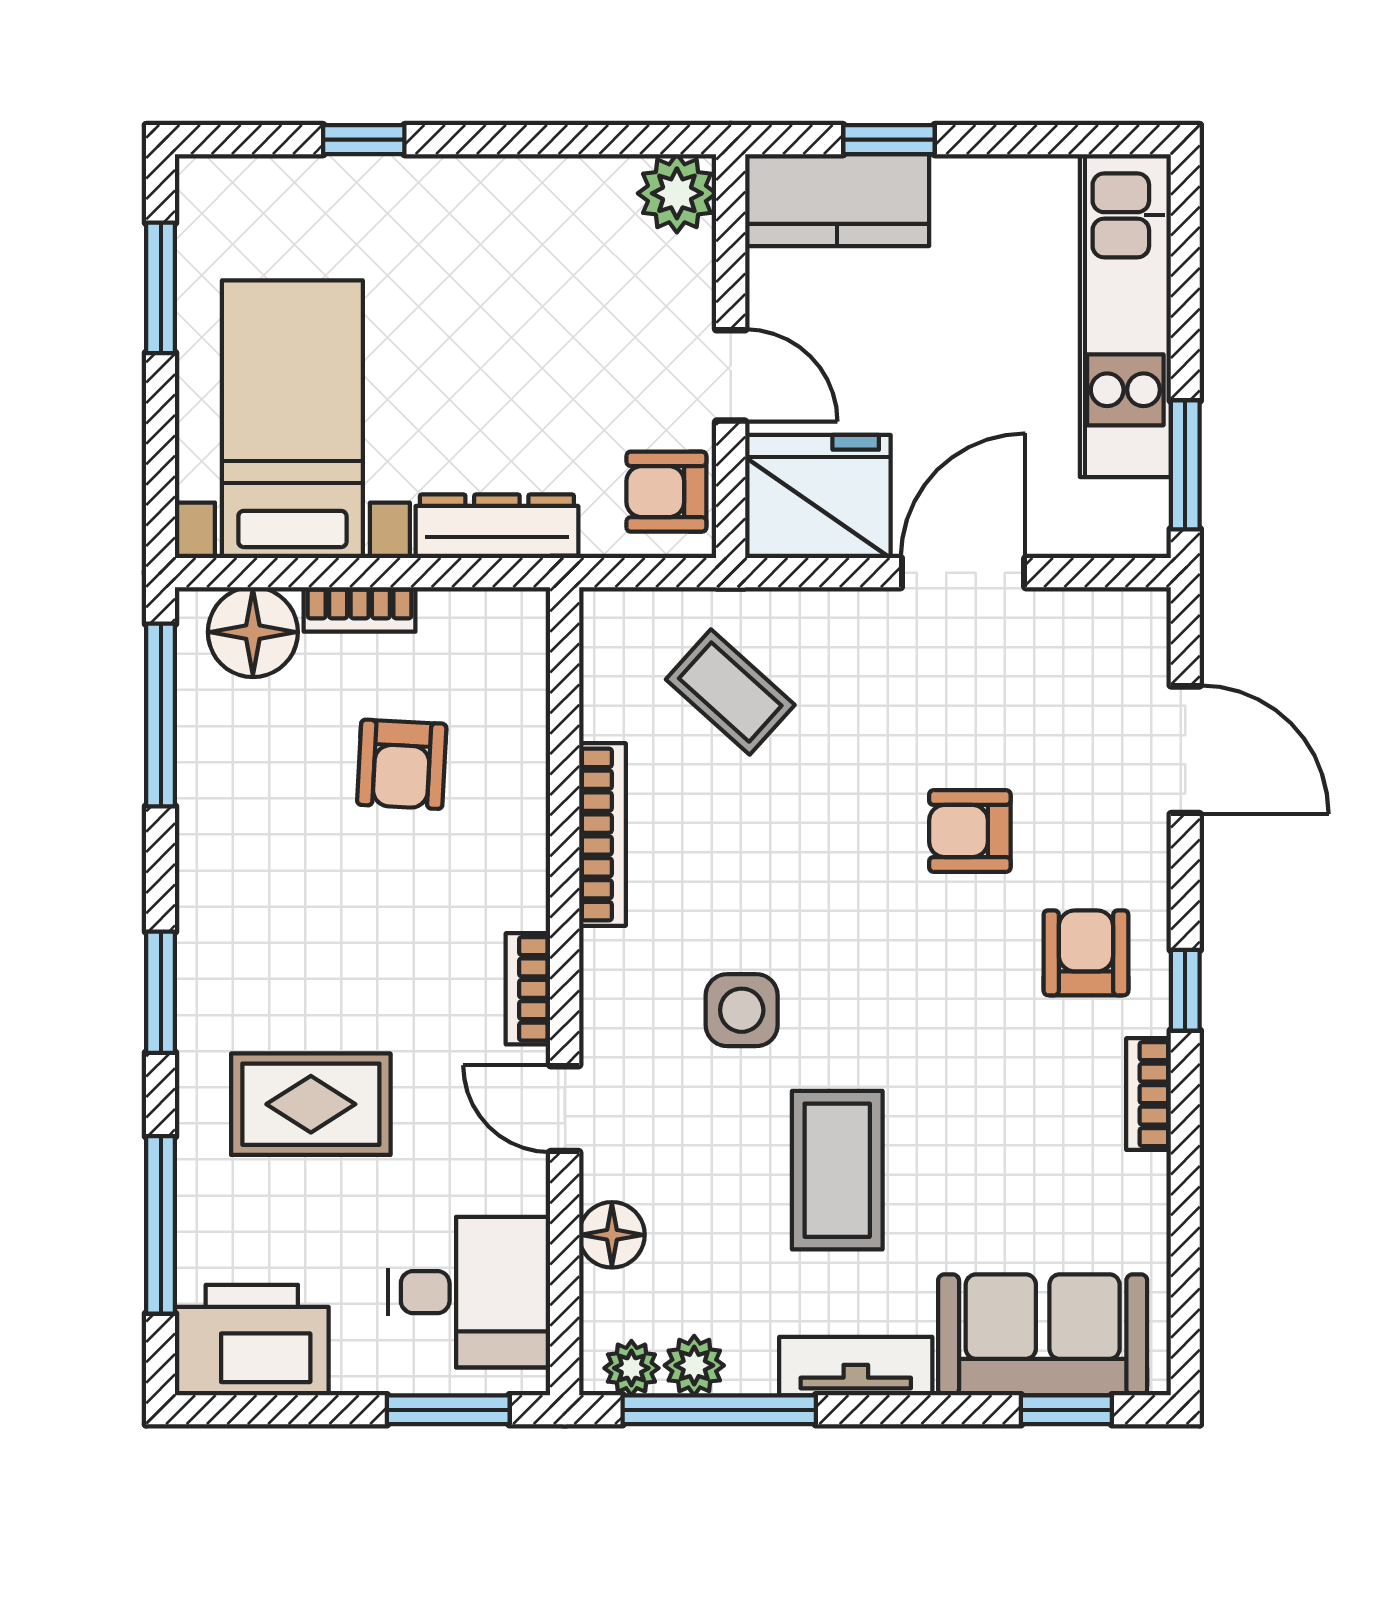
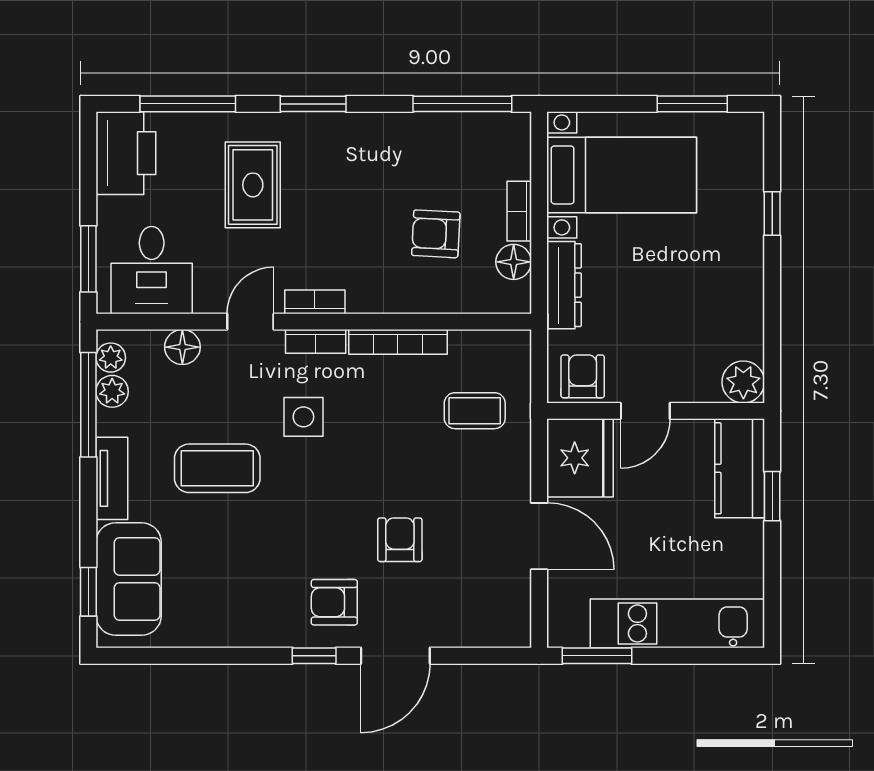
floor lamp: (253, 632) -> (514, 262), moved, width x0.73, depth x0.73
coffee table: (730, 692) -> (475, 411), turned 48
door: (1185, 750) -> (395, 656), moved
armchair: (1086, 953) -> (334, 602), turned 180
bookcase: (1149, 1094) -> (316, 341), moved, turned 180

